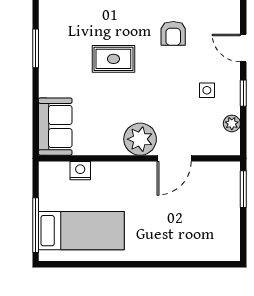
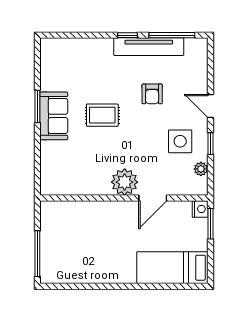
side table: (207, 90) -> (180, 141), width x1.87, depth x1.87
sofa: (55, 127) -> (54, 116), moved
nightstand: (80, 171) -> (200, 209), moved, turned 90
bed: (81, 231) -> (172, 268), moved, turned 180

